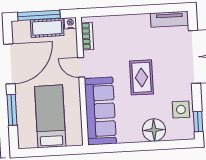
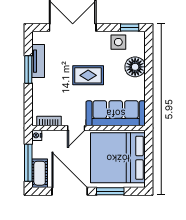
window: (144, 9) -> (28, 70), added
tv unit: (170, 19) -> (38, 61), moved
cot: (47, 28) -> (40, 173), moved
bed: (50, 116) -> (118, 158), width x2.04

